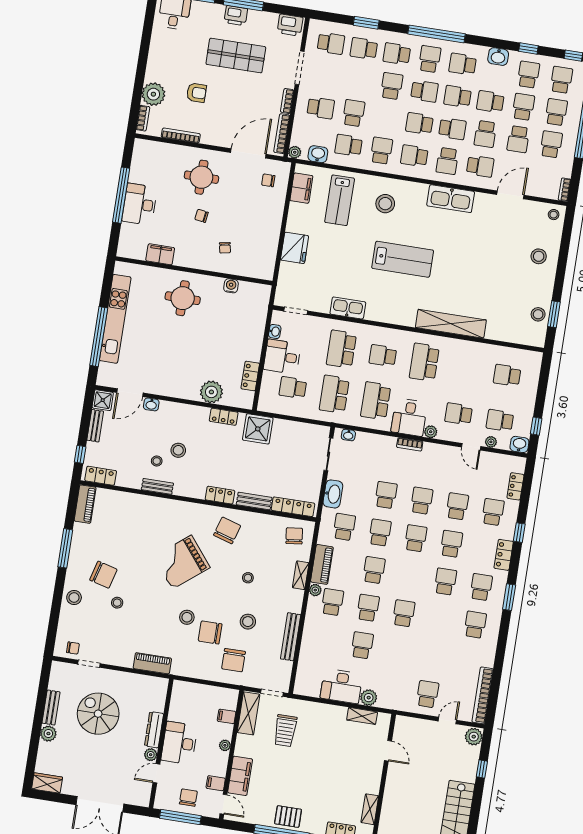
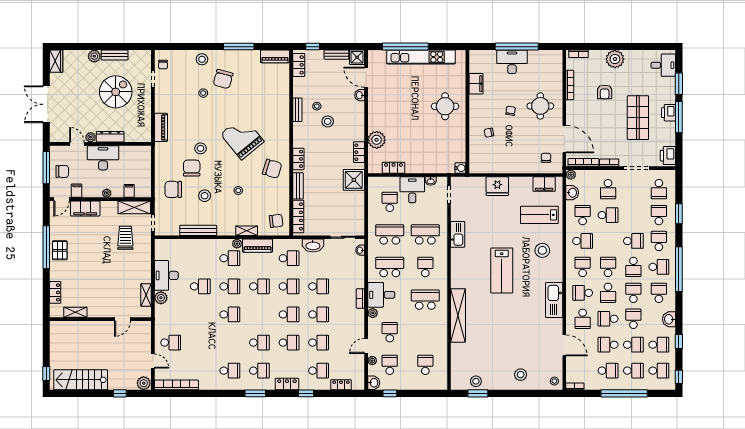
plant: (153, 94) -> (615, 59), moved
water cooler: (231, 286) -> (460, 168), moved
trolley: (285, 731) -> (125, 238), turned 90

